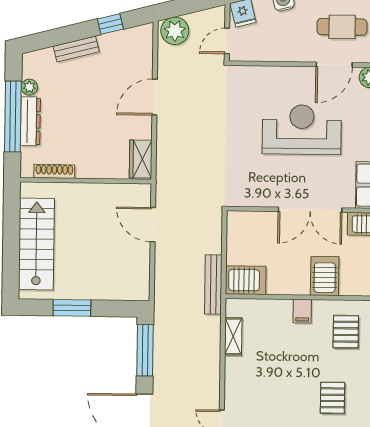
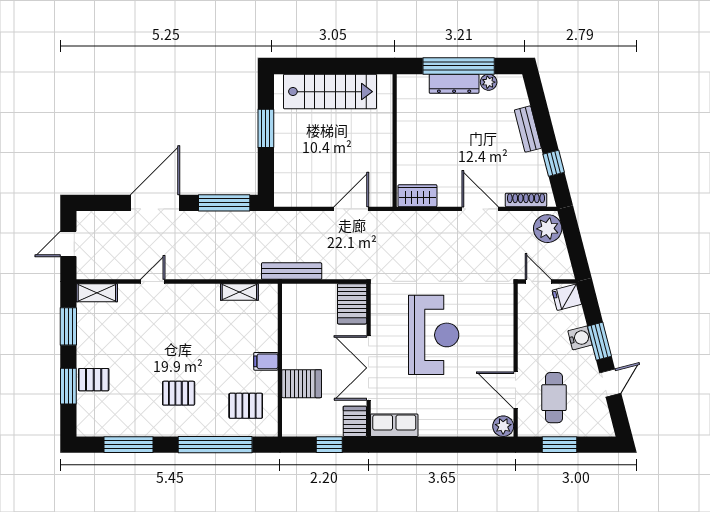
reception desk: (302, 130) -> (434, 335), moved
shoe rack: (54, 171) -> (526, 200), moved, turned -90
server rack: (246, 280) -> (352, 304), moved

